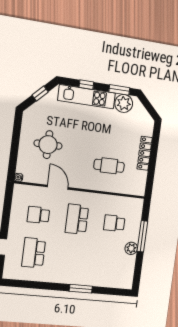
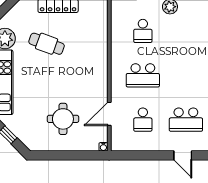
cafe table: (109, 166) -> (47, 44), moved, turned -70
door: (58, 187) -> (109, 114), moved

